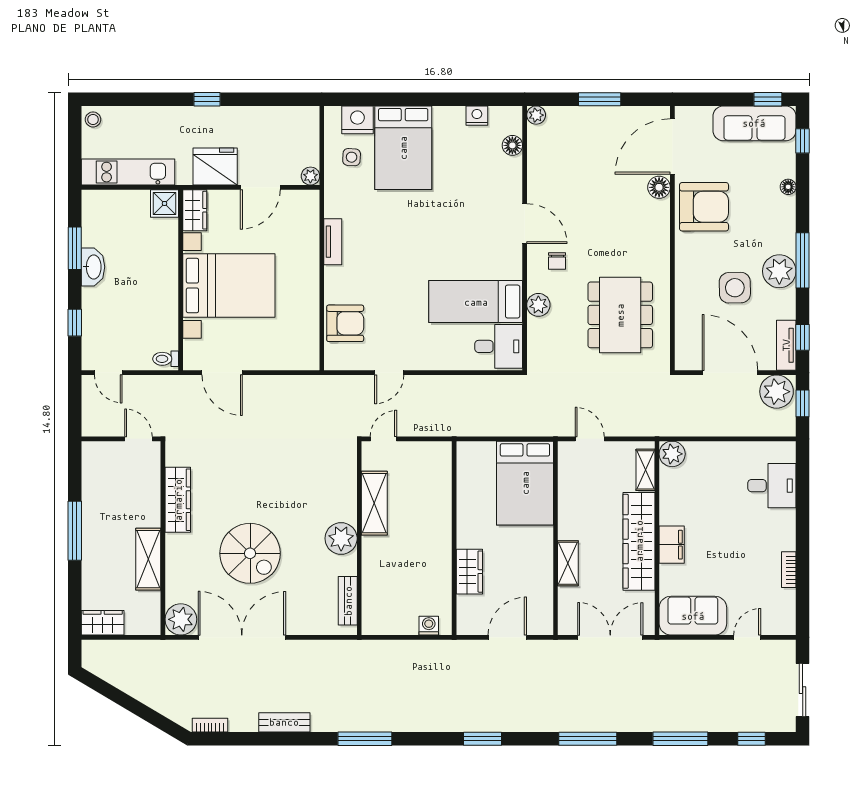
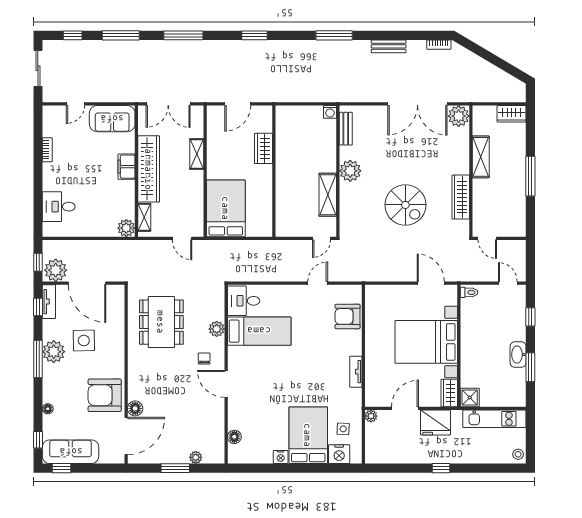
plant: (536, 115) -> (196, 457), moved
nightstand: (477, 116) -> (281, 457), moved
spiral stairs: (250, 553) -> (405, 205), moved, turned 180
washing machine: (429, 626) -> (330, 112), moved

